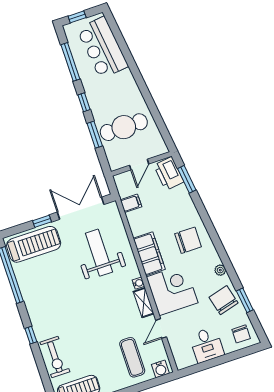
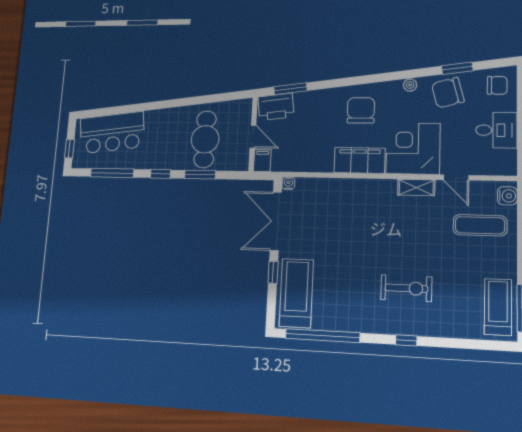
filing cabinet: (131, 203) -> (262, 160), moved
weight bench: (99, 253) -> (336, 219), removed
water cooler: (138, 283) -> (288, 183), moved
exercise bike: (55, 357) -> (406, 288), moved

